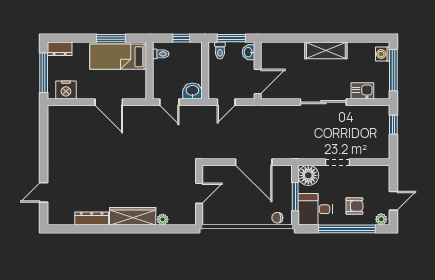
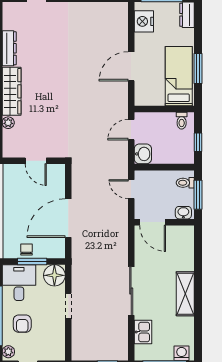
chair: (277, 218) -> (26, 250), moved

